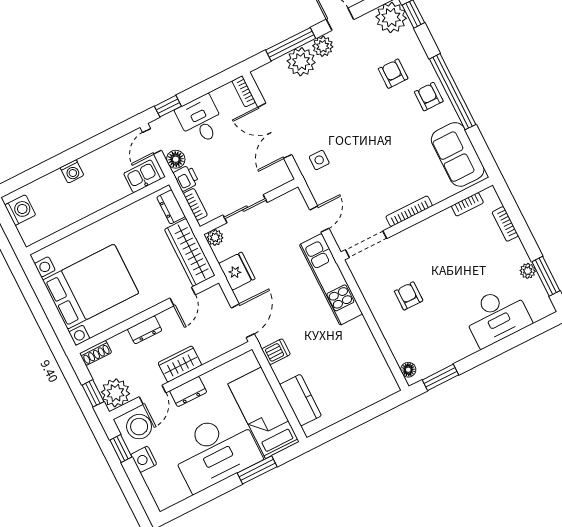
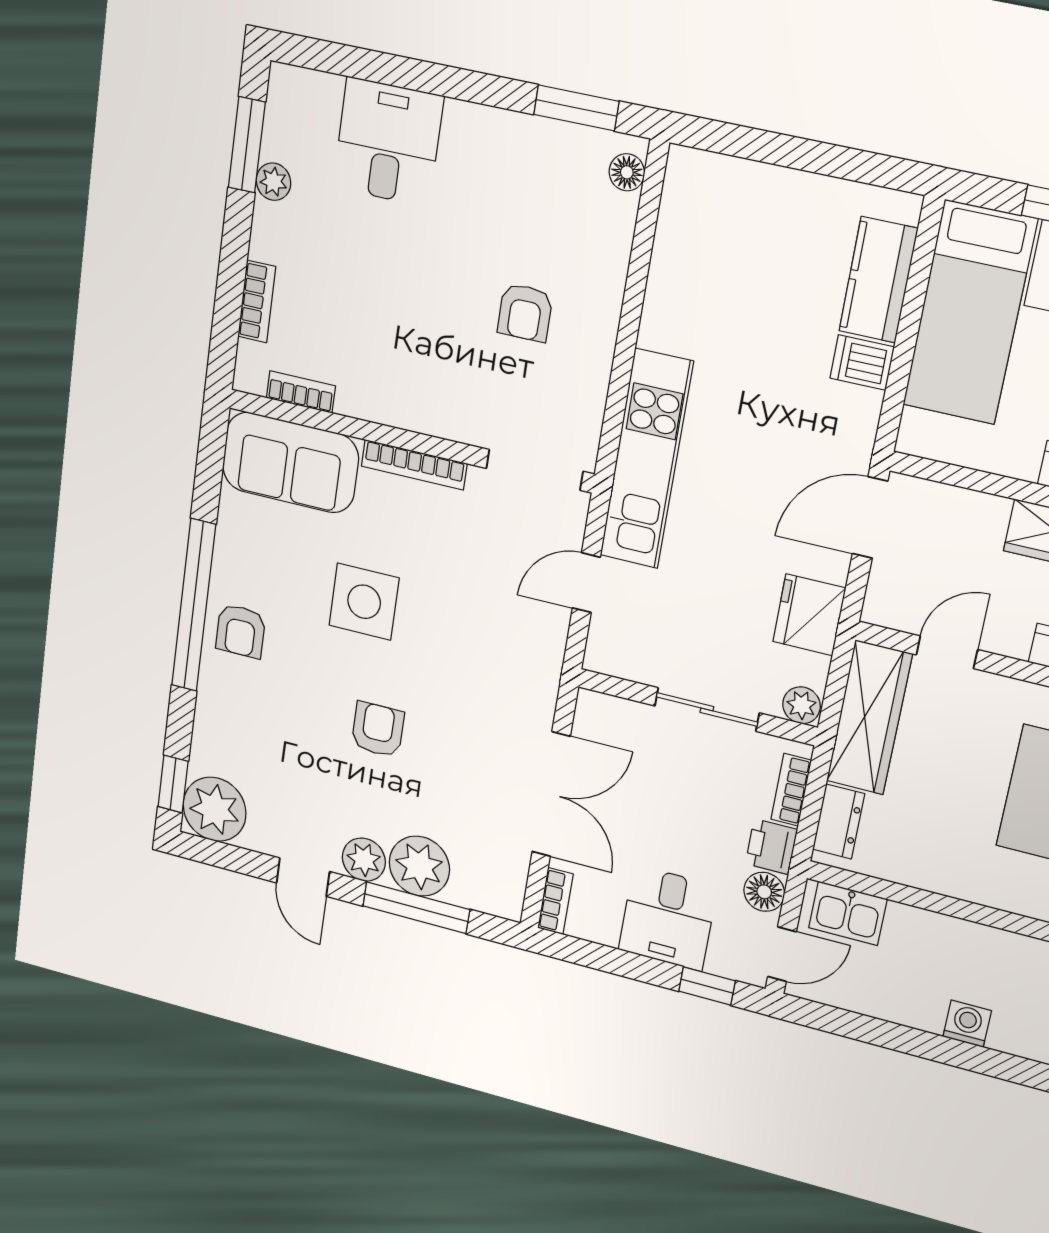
armchair: (393, 74) -> (378, 729), moved, turned 180
sofa: (458, 154) -> (290, 462), moved, turned 90
side table: (319, 160) -> (364, 602), moved, width x1.87, depth x1.87
desk: (497, 316) -> (388, 142), width x0.73
dishwasher: (276, 352) -> (862, 363), moved

